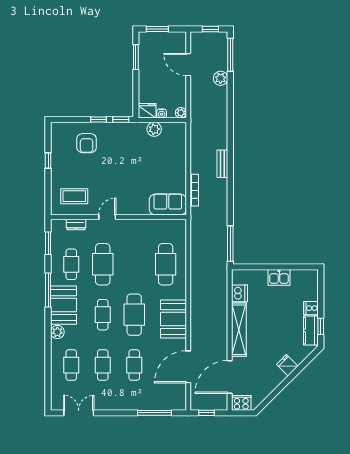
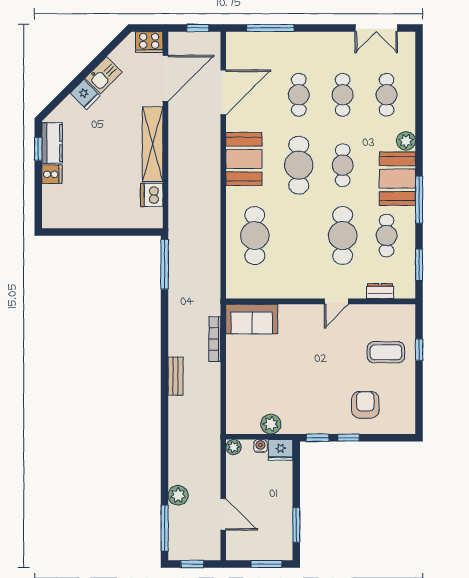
window: (48, 161) -> (419, 350), moved
coffee table: (74, 196) -> (386, 352), moved
kitchen sink: (279, 277) -> (103, 75), moved, turned 135

